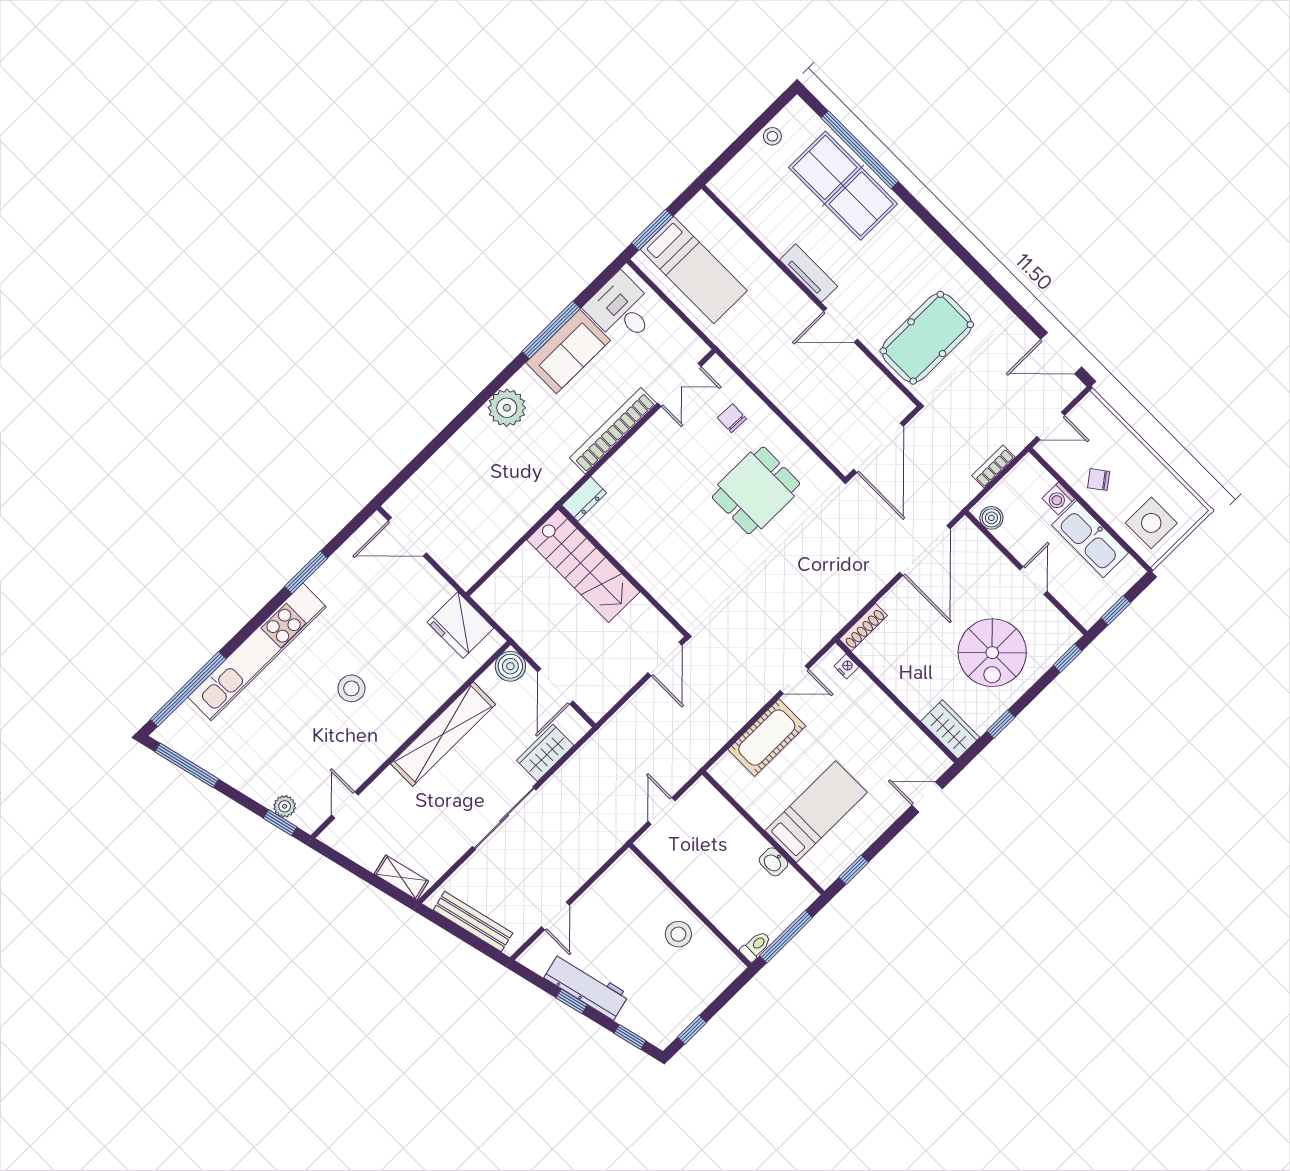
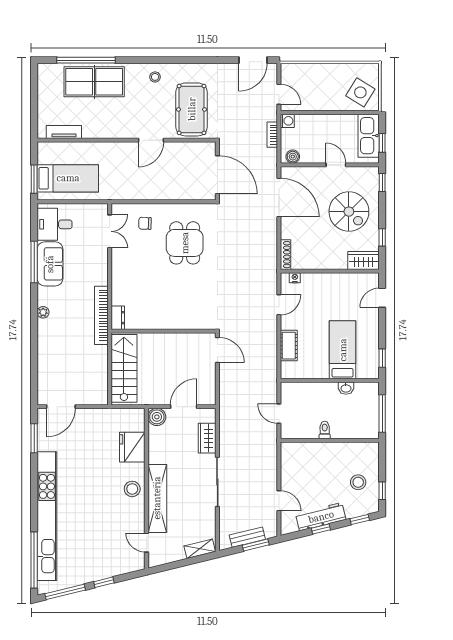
stool: (772, 136) -> (155, 77), moved
tv unit: (809, 273) -> (64, 132), moved
plant: (507, 408) -> (43, 312), width x0.53, depth x0.53
door: (1051, 426) -> (279, 94), hinge flipped
bookcase: (613, 431) -> (101, 315), moved
chair: (1099, 480) -> (321, 96), removed
washing machine: (1058, 499) -> (287, 121), moved, turned -90
side table: (1151, 523) -> (360, 92), turned 32
kitchen sink: (1090, 539) -> (369, 136), moved, turned 90
stairs: (583, 566) -> (124, 368), moved, turned -90
window: (306, 572) -> (34, 438), moved
fridge: (460, 625) -> (132, 447), moved, turned 90
kitchen unit: (257, 652) -> (47, 516), width x1.36
door: (555, 686) -> (184, 407), swing flipped
stool: (351, 688) -> (132, 489), moved
shelving: (443, 734) -> (157, 498), moved
cot: (767, 738) -> (289, 346), width x0.73, depth x0.75
plant: (285, 806) -> (122, 568), removed
window: (280, 823) -> (104, 582), moved
bench: (473, 922) -> (247, 537), width x0.73
stool: (678, 934) -> (358, 482), moved
window: (473, 941) -> (256, 545), added
toilet: (756, 946) -> (325, 430), moved

